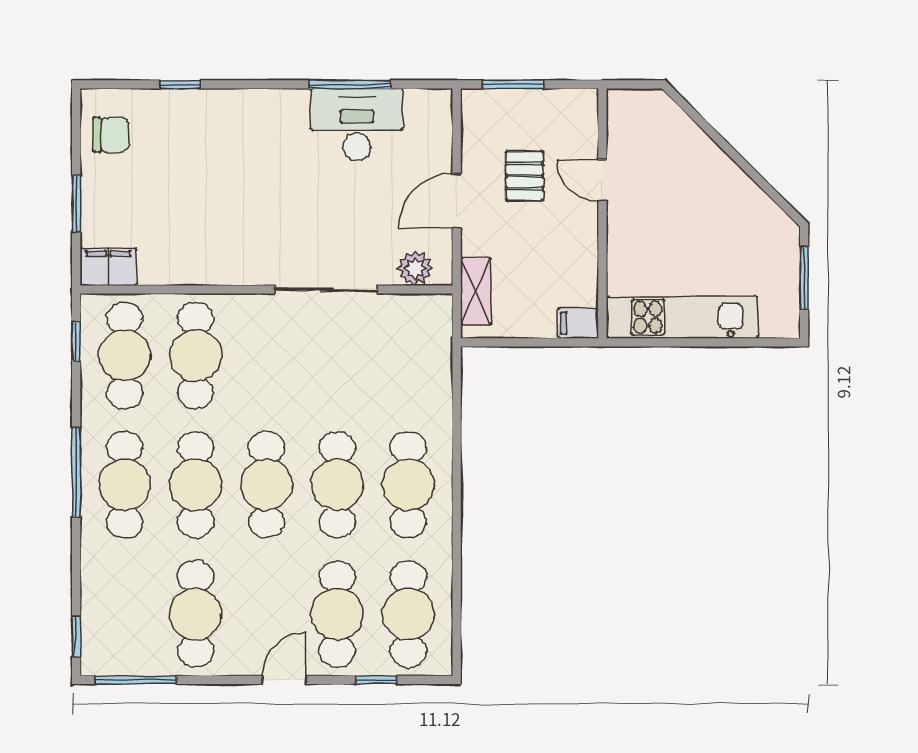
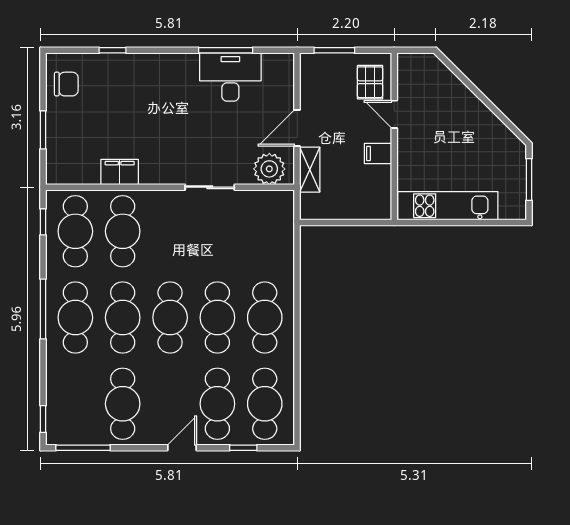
pallet: (525, 176) -> (370, 82), moved
filing cabinet: (108, 267) -> (120, 172), moved
plant: (415, 268) -> (269, 169), width x1.36, depth x1.36
sliding door: (326, 289) -> (210, 187), width x0.73
shelving: (476, 291) -> (310, 170), moved
filing cabinet: (578, 323) -> (378, 153), moved

